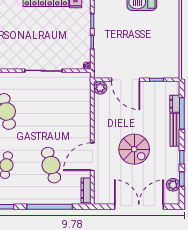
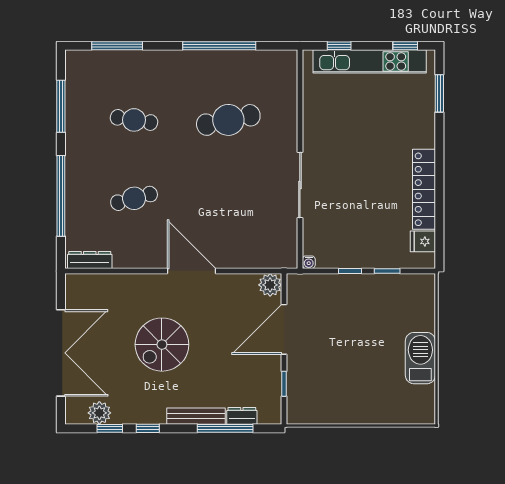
door: (92, 157) -> (192, 271), moved
cafe table: (51, 165) -> (134, 198), width x0.73, depth x0.74

